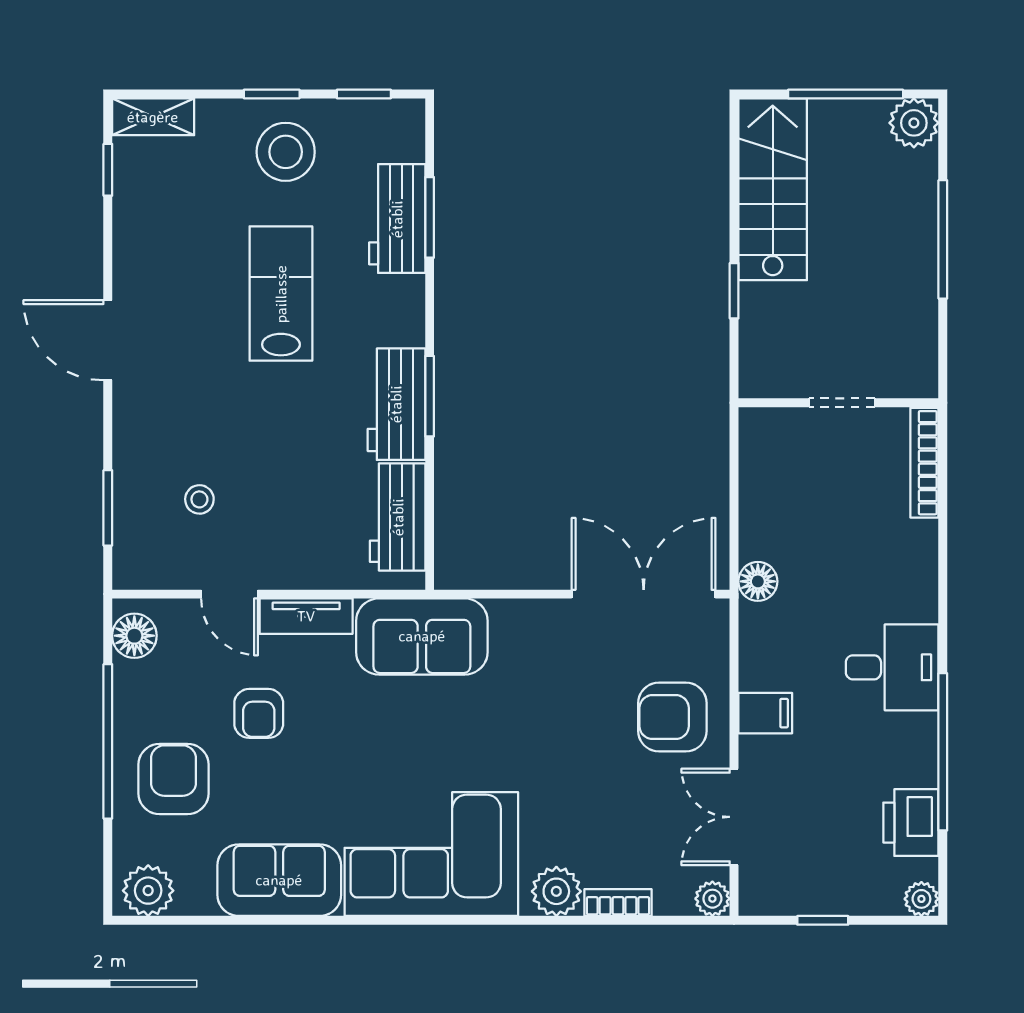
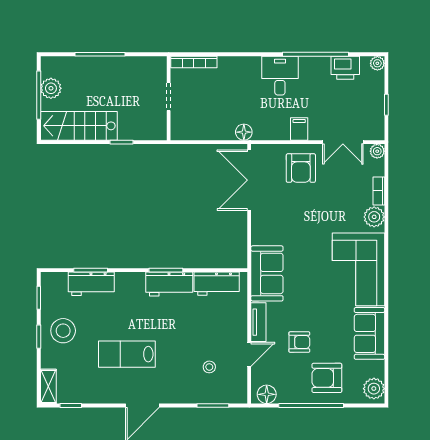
plant: (914, 123) -> (51, 88), moved
lab bench: (281, 294) -> (127, 354), moved

